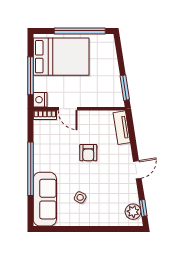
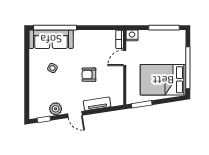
bed: (61, 57) -> (163, 80), moved, turned 90
window: (31, 76) -> (164, 28), moved
tv unit: (122, 128) -> (97, 104), moved
window: (31, 169) -> (55, 28), moved
plant: (133, 212) -> (56, 109), moved

